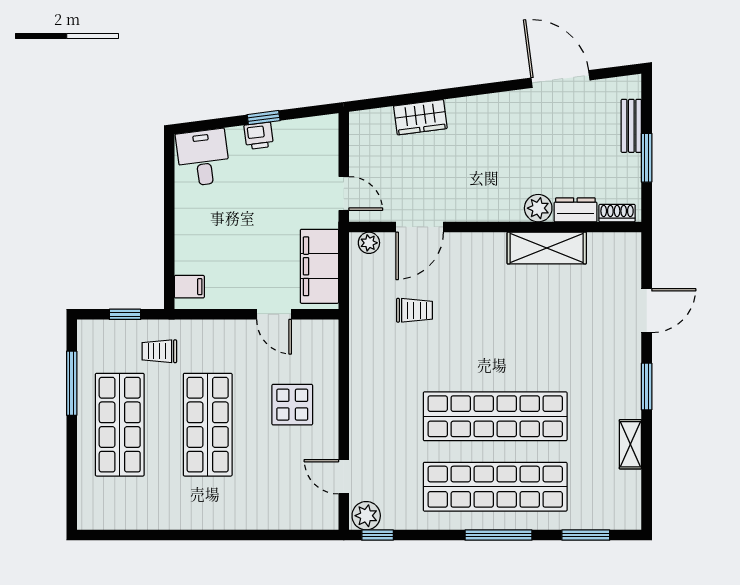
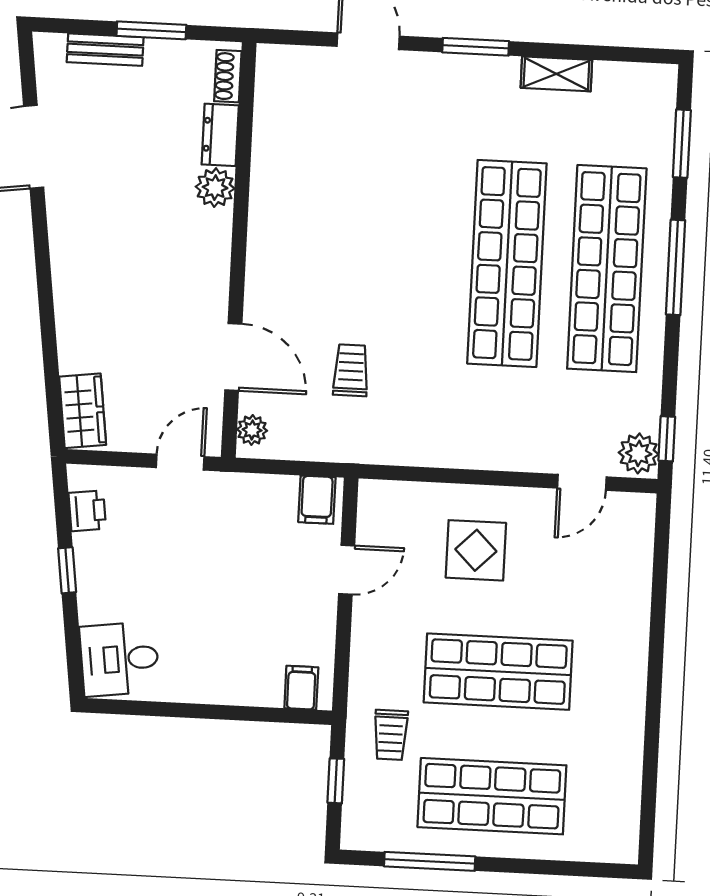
wardrobe: (420, 117) -> (83, 411), moved
printer: (259, 136) -> (87, 511), moved
shelving: (547, 248) -> (272, 178), removed
filing cabinet: (319, 266) -> (317, 500), width x0.33, depth x0.86

